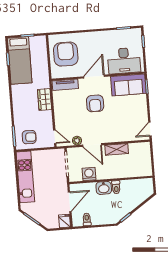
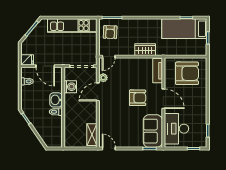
armchair: (95, 103) -> (138, 98), turned 180
shelving: (117, 149) -> (92, 135), moved

